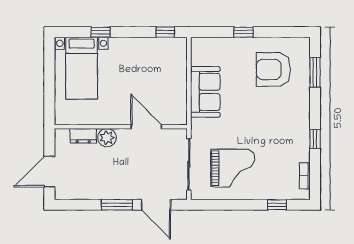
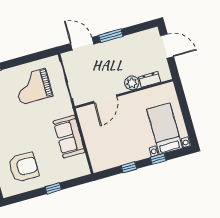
window: (165, 32) -> (129, 167), moved
door: (146, 127) -> (105, 99), hinge flipped
door: (49, 172) -> (167, 46), hinge flipped

